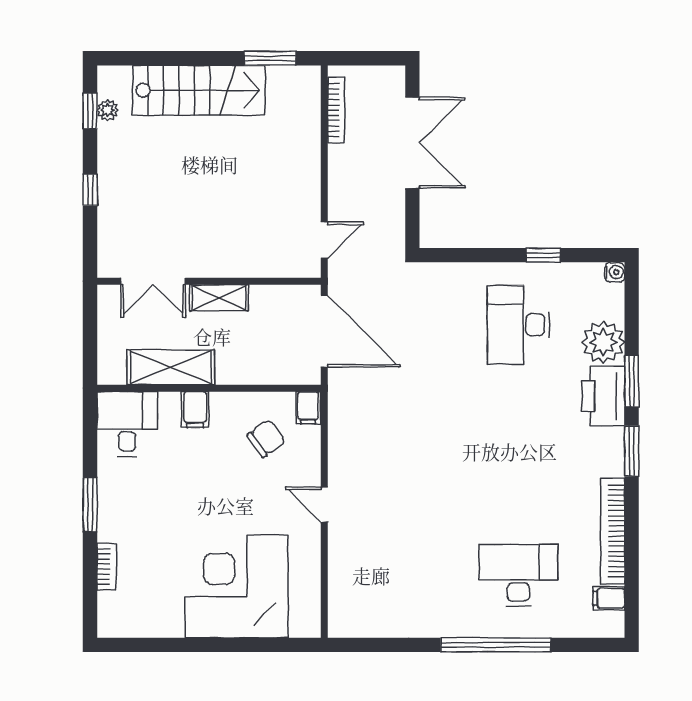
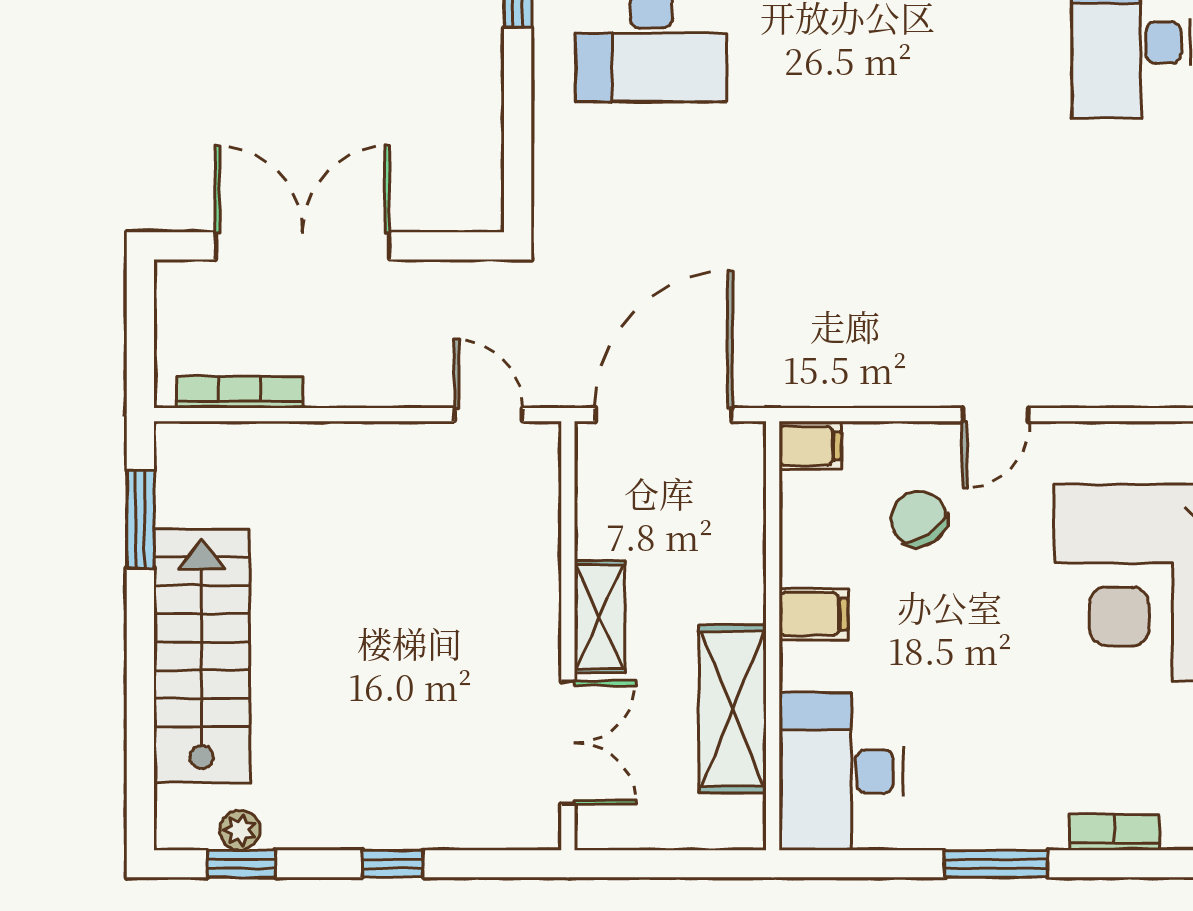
filing cabinet: (195, 410) -> (814, 614), moved
desk: (127, 424) -> (841, 771), width x1.37
chair: (266, 438) -> (919, 519), moved

